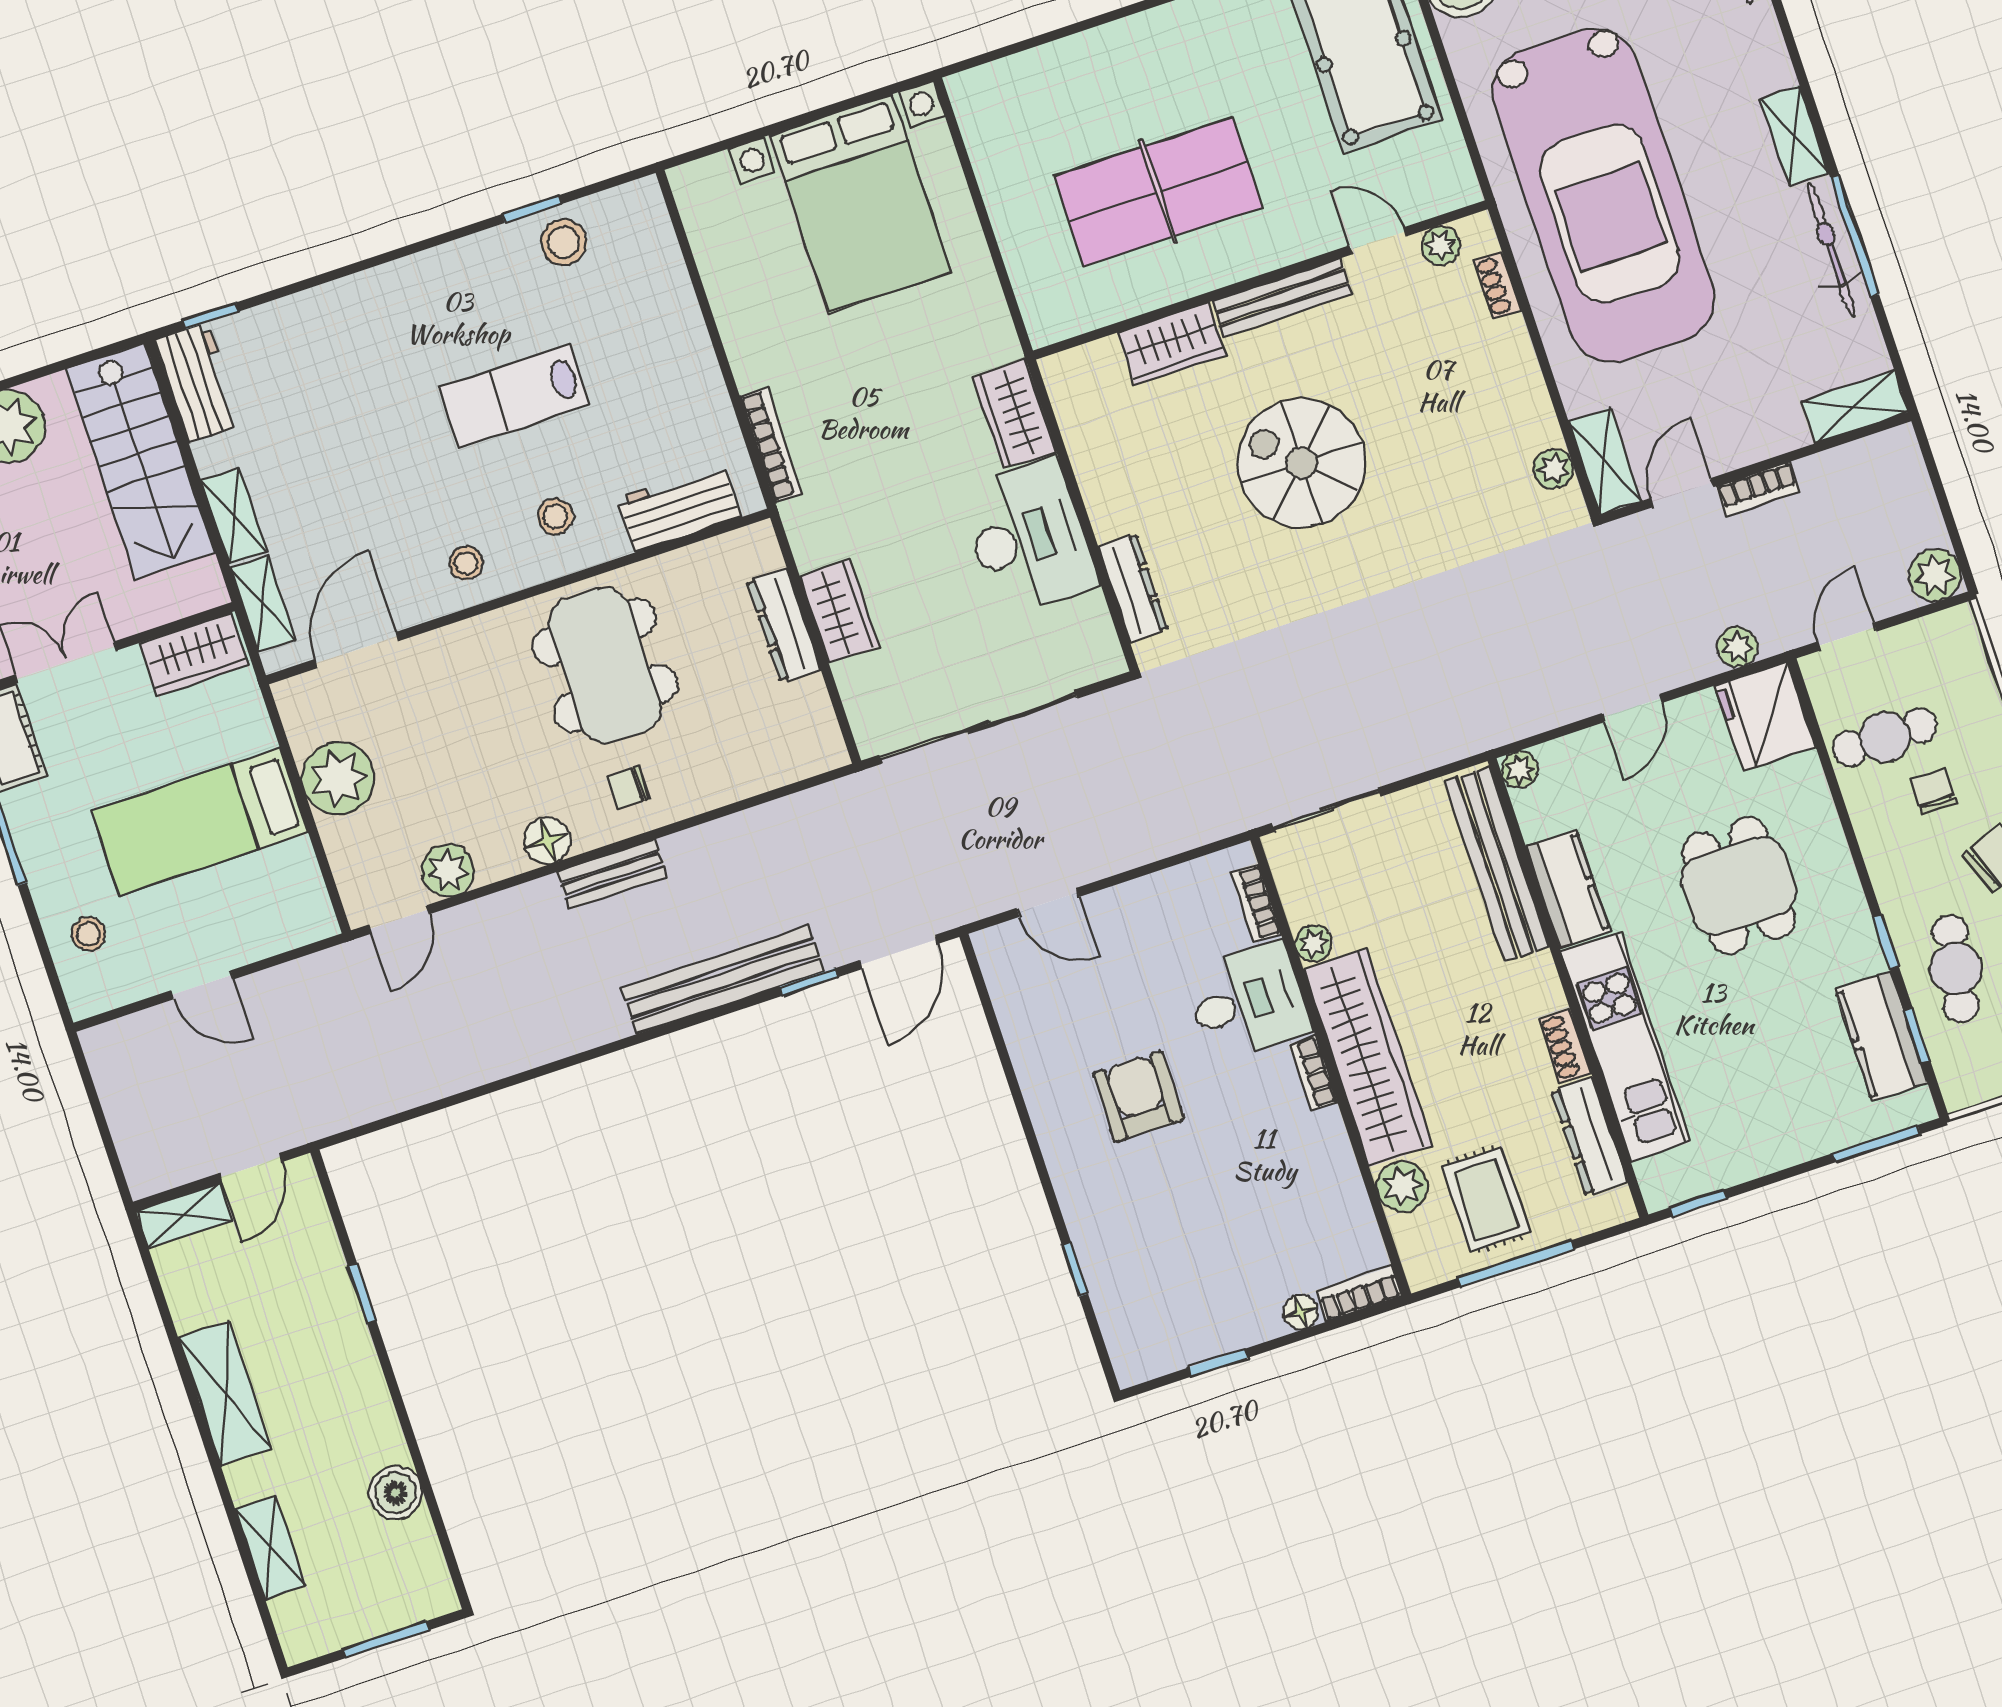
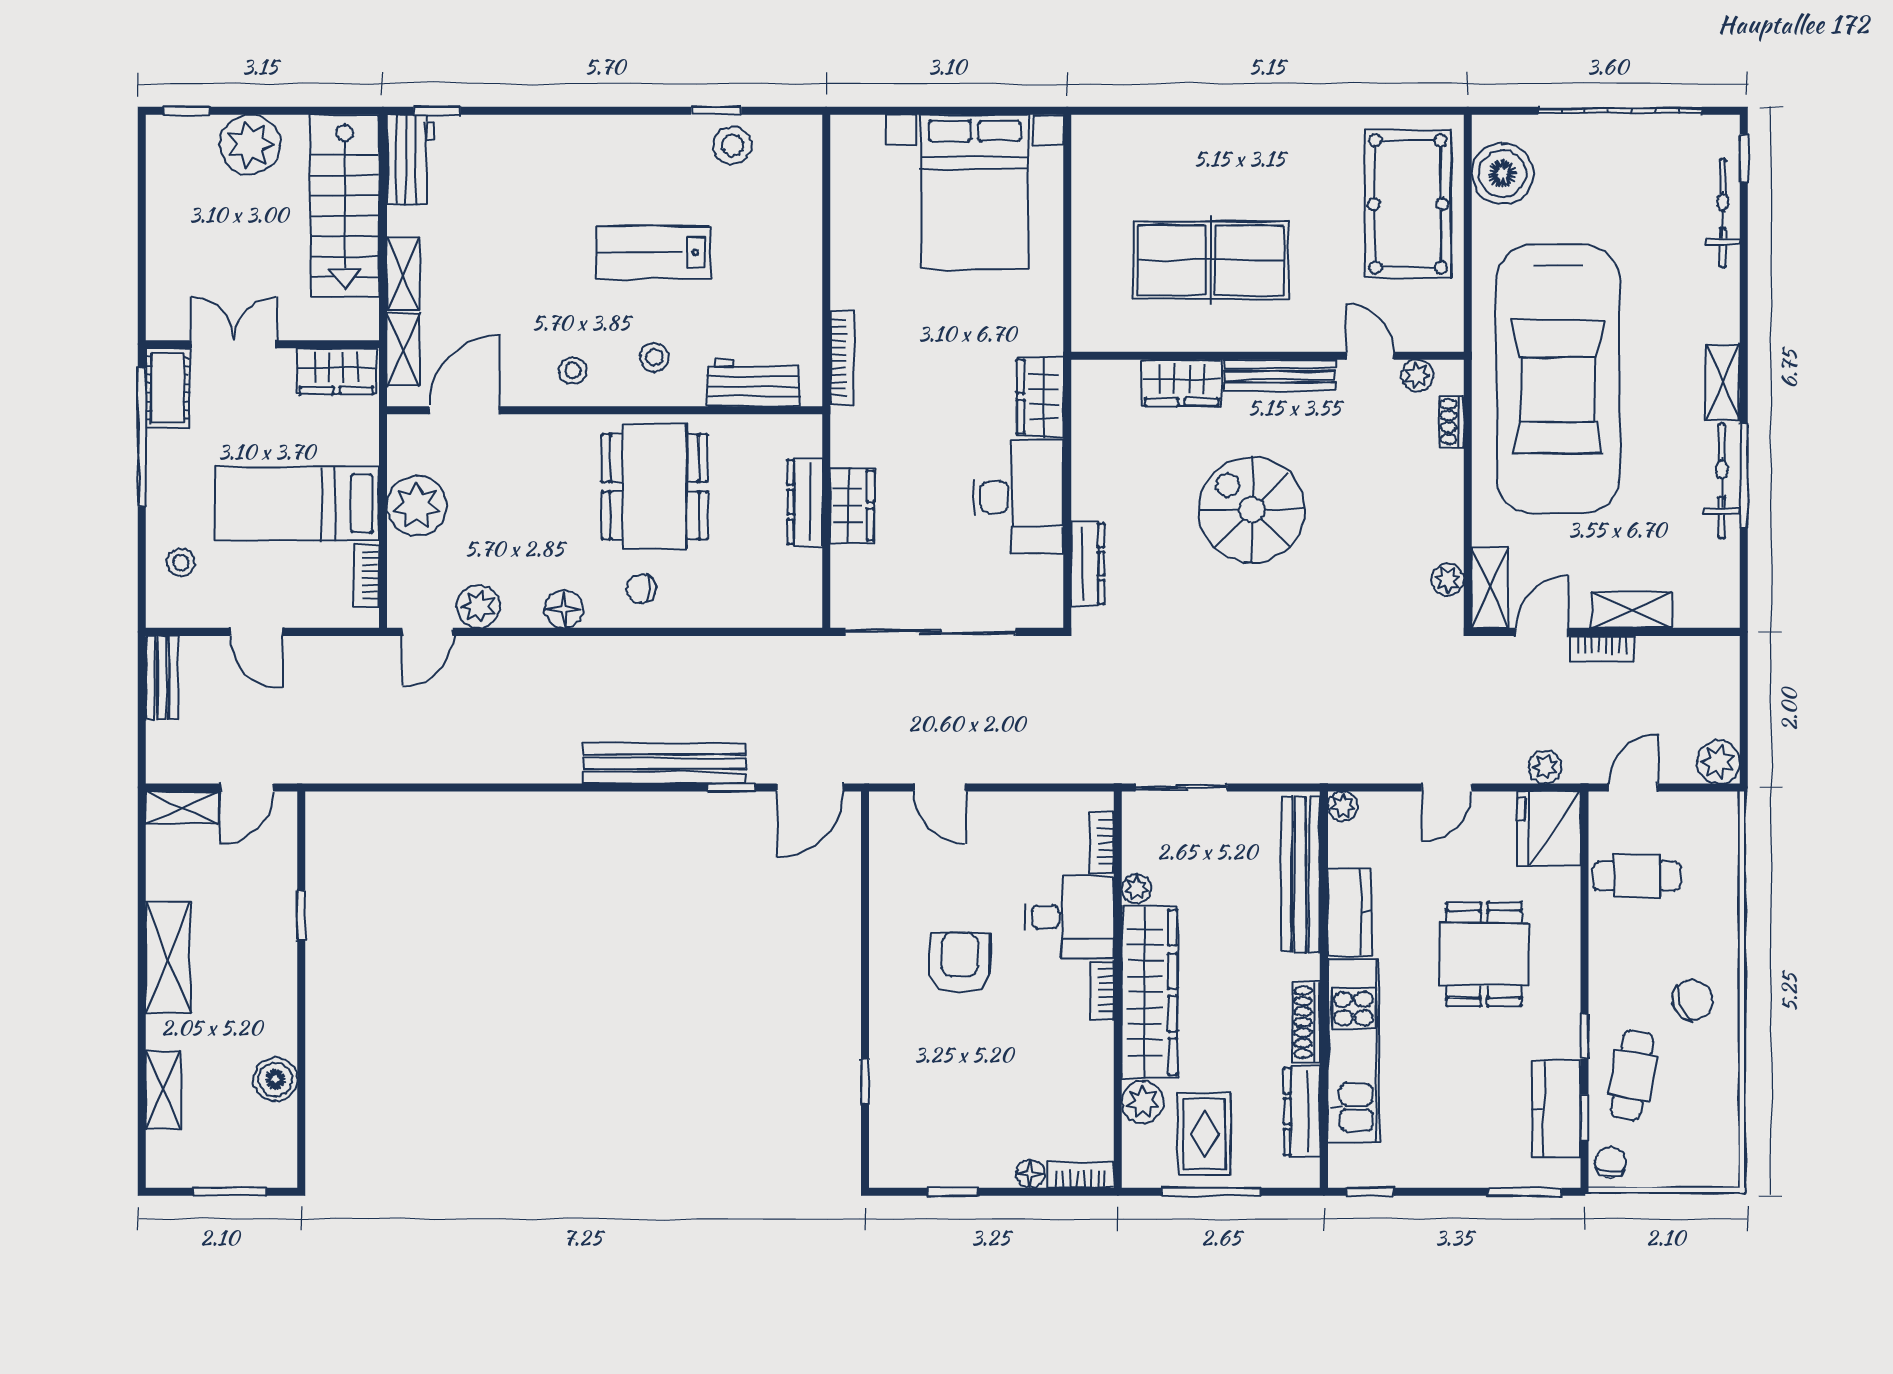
shelving: (1855, 407) -> (1632, 610), moved
chair: (1934, 791) -> (1610, 1162), moved
bench: (612, 874) -> (162, 678), moved, turned 90
bookcase: (307, 878) -> (366, 575), added
shoe rack: (1565, 1046) -> (1306, 1022), width x1.43

